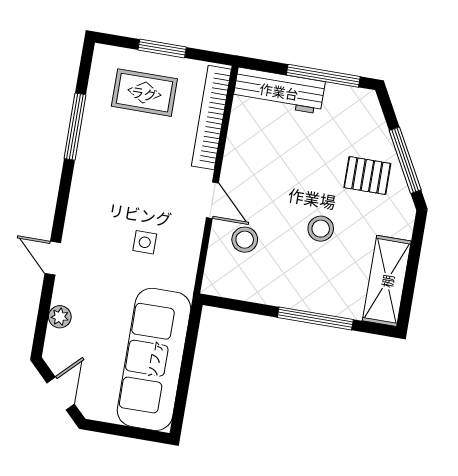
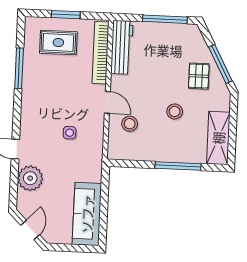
workbench: (279, 91) -> (122, 47), moved, turned -90
pallet: (367, 176) -> (199, 76), turned 90
plant: (60, 317) -> (30, 178), width x1.88, depth x1.88
sofa: (154, 359) -> (87, 214), width x0.74, depth x0.79

